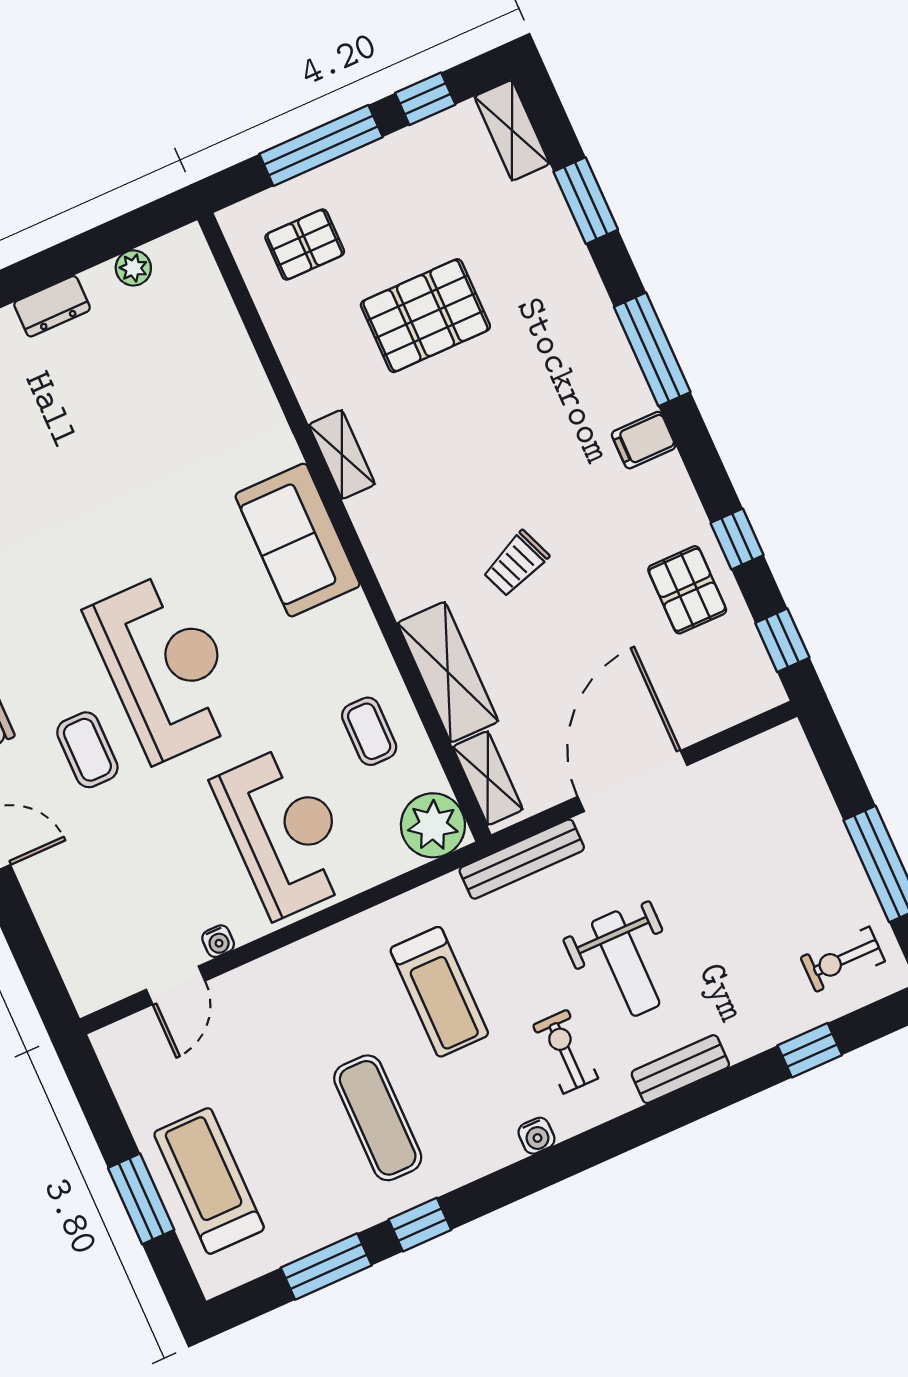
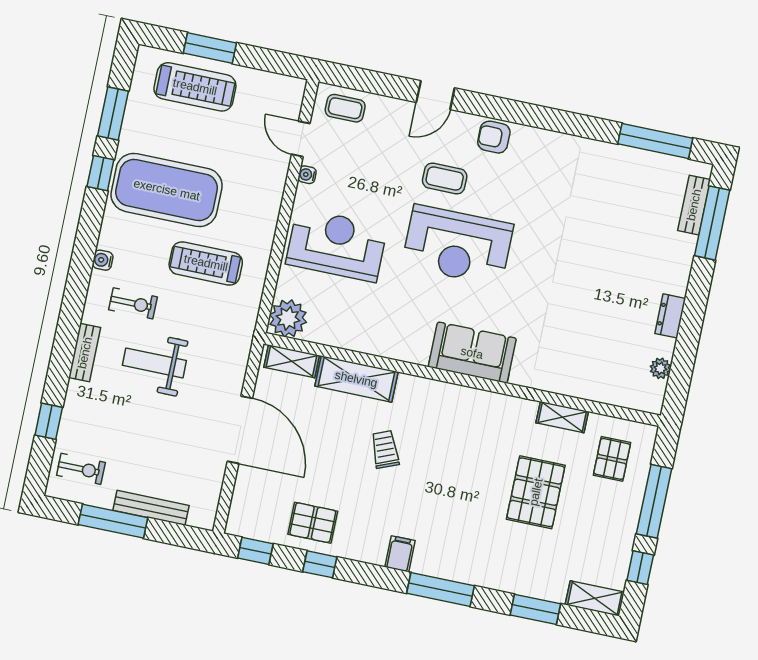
shelving: (342, 454) -> (562, 417), moved
coffee table: (369, 731) -> (345, 108), moved
reception desk: (285, 831) -> (337, 245), turned 180
bench: (522, 859) -> (151, 508), moved, turned 90
exercise bike: (843, 959) -> (81, 469), turned 90
exercise mat: (378, 1118) -> (167, 190), width x2.00, depth x1.45

